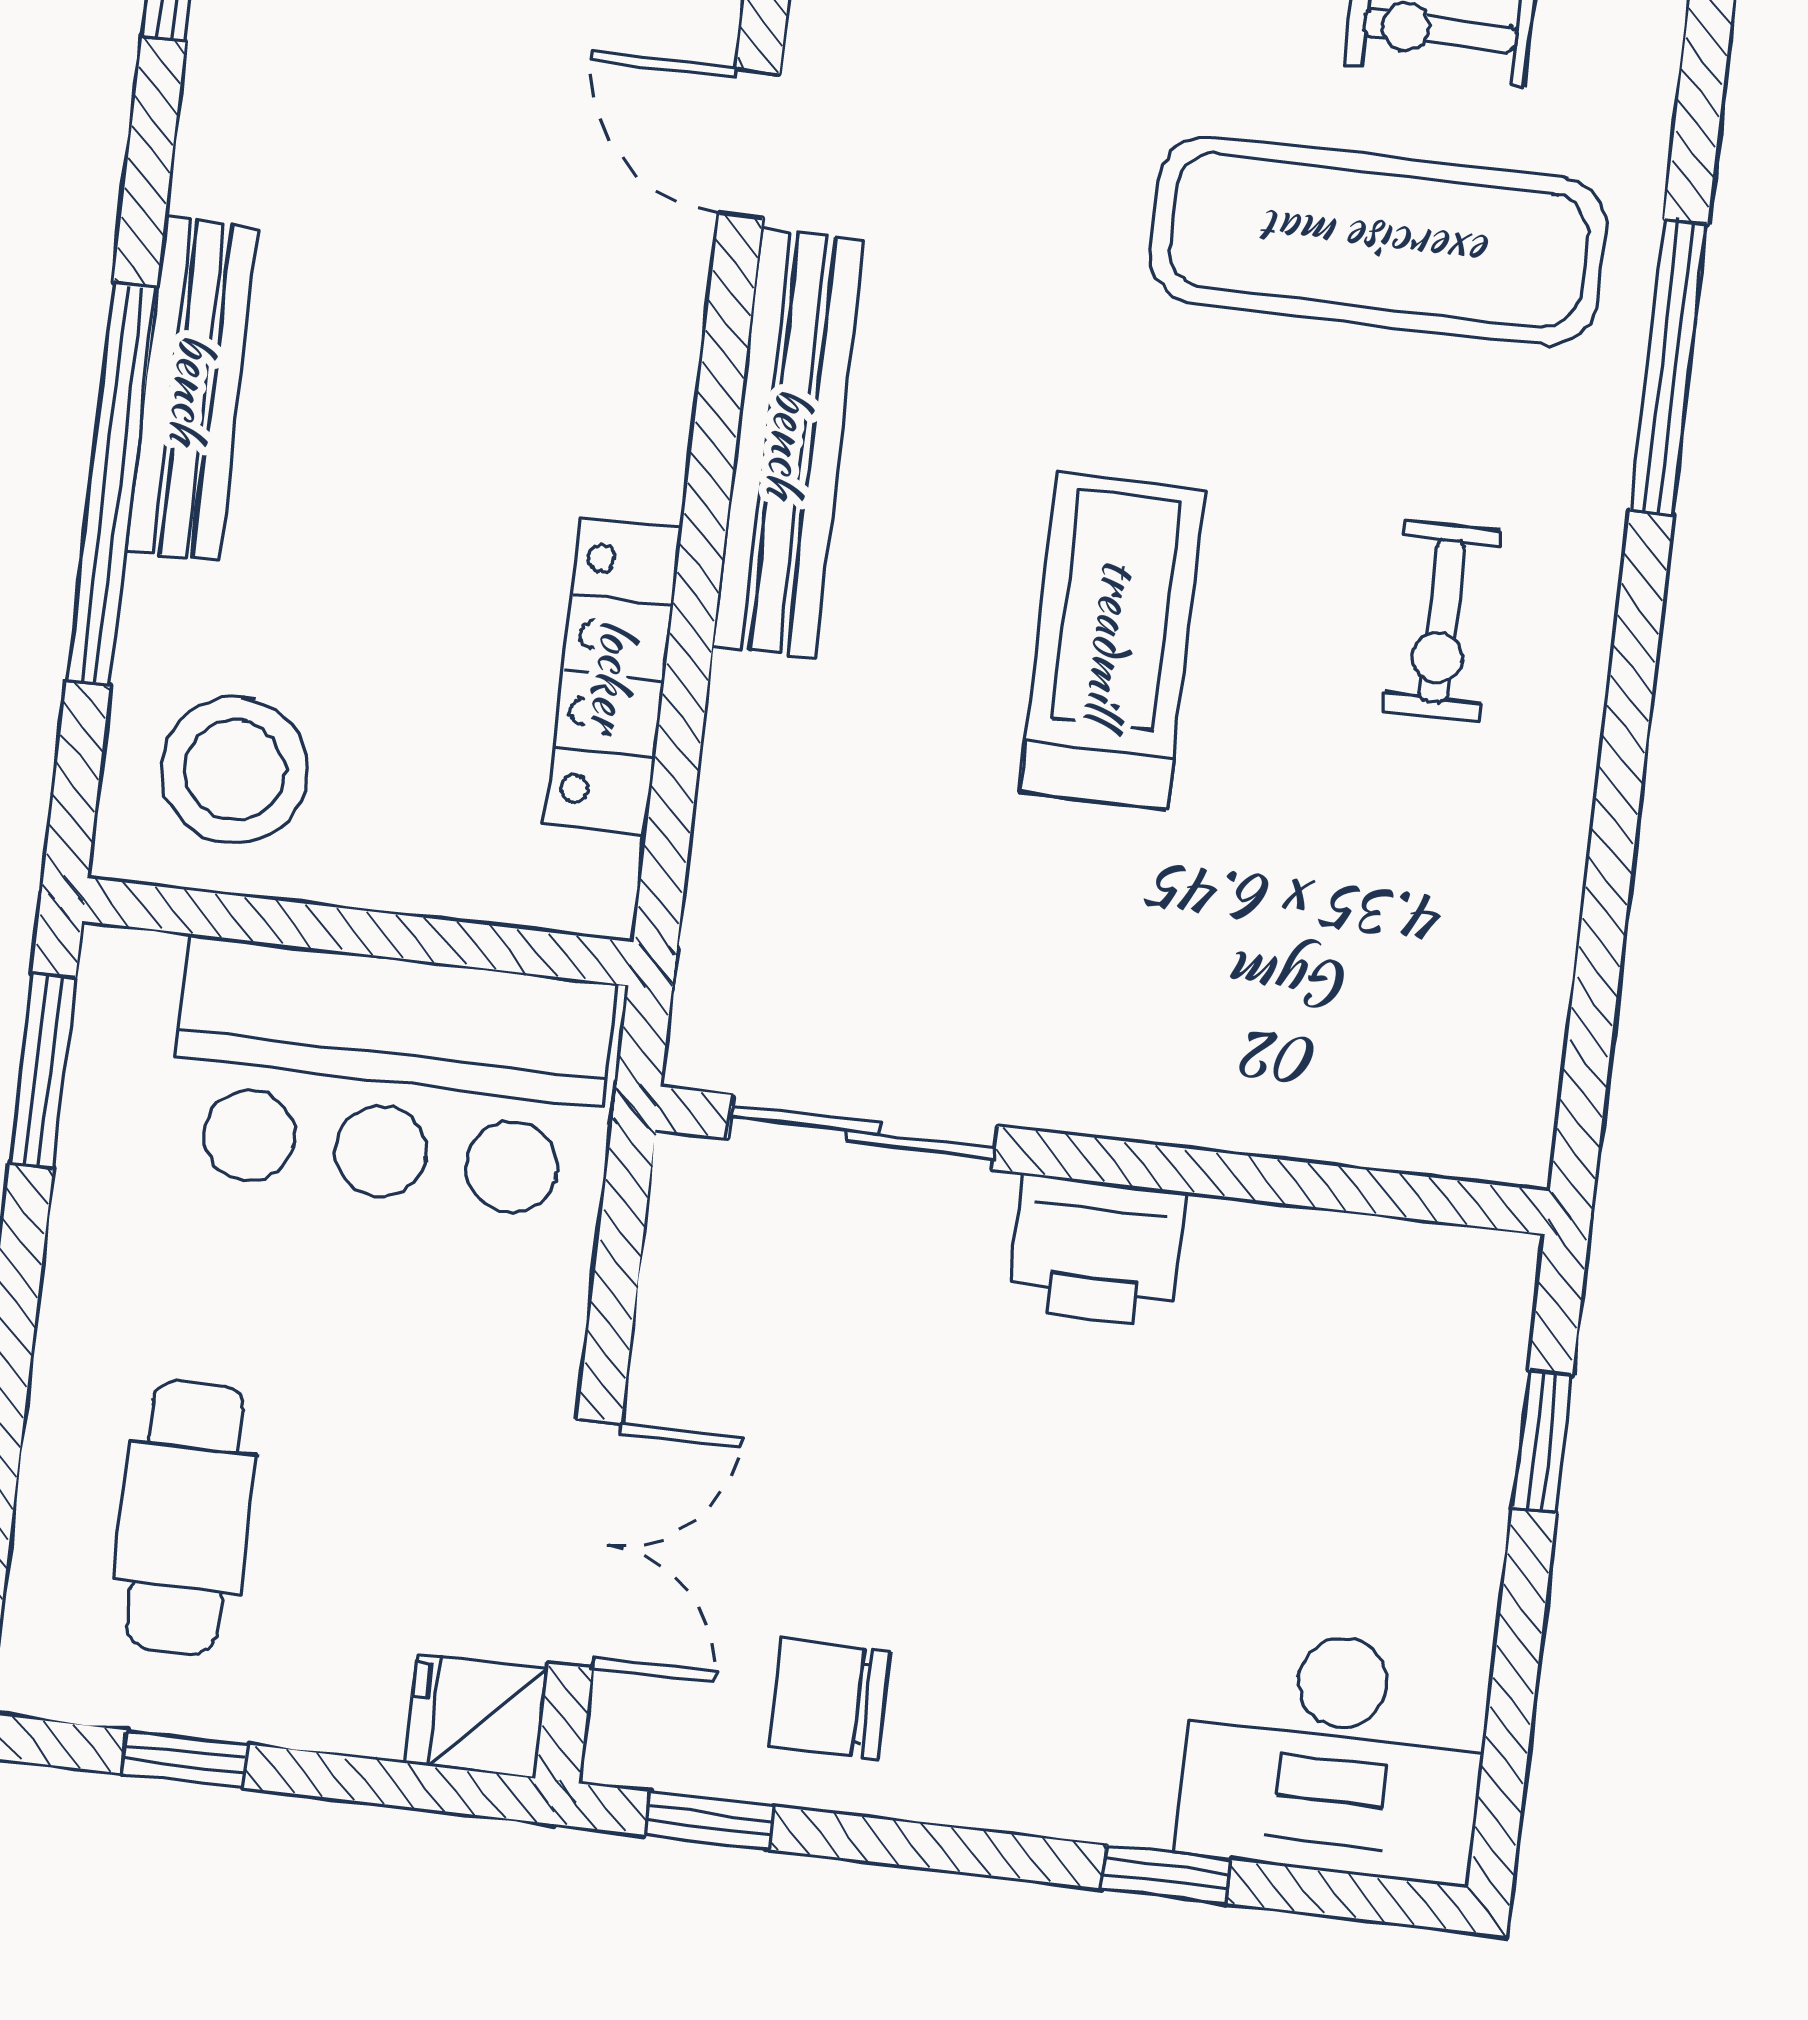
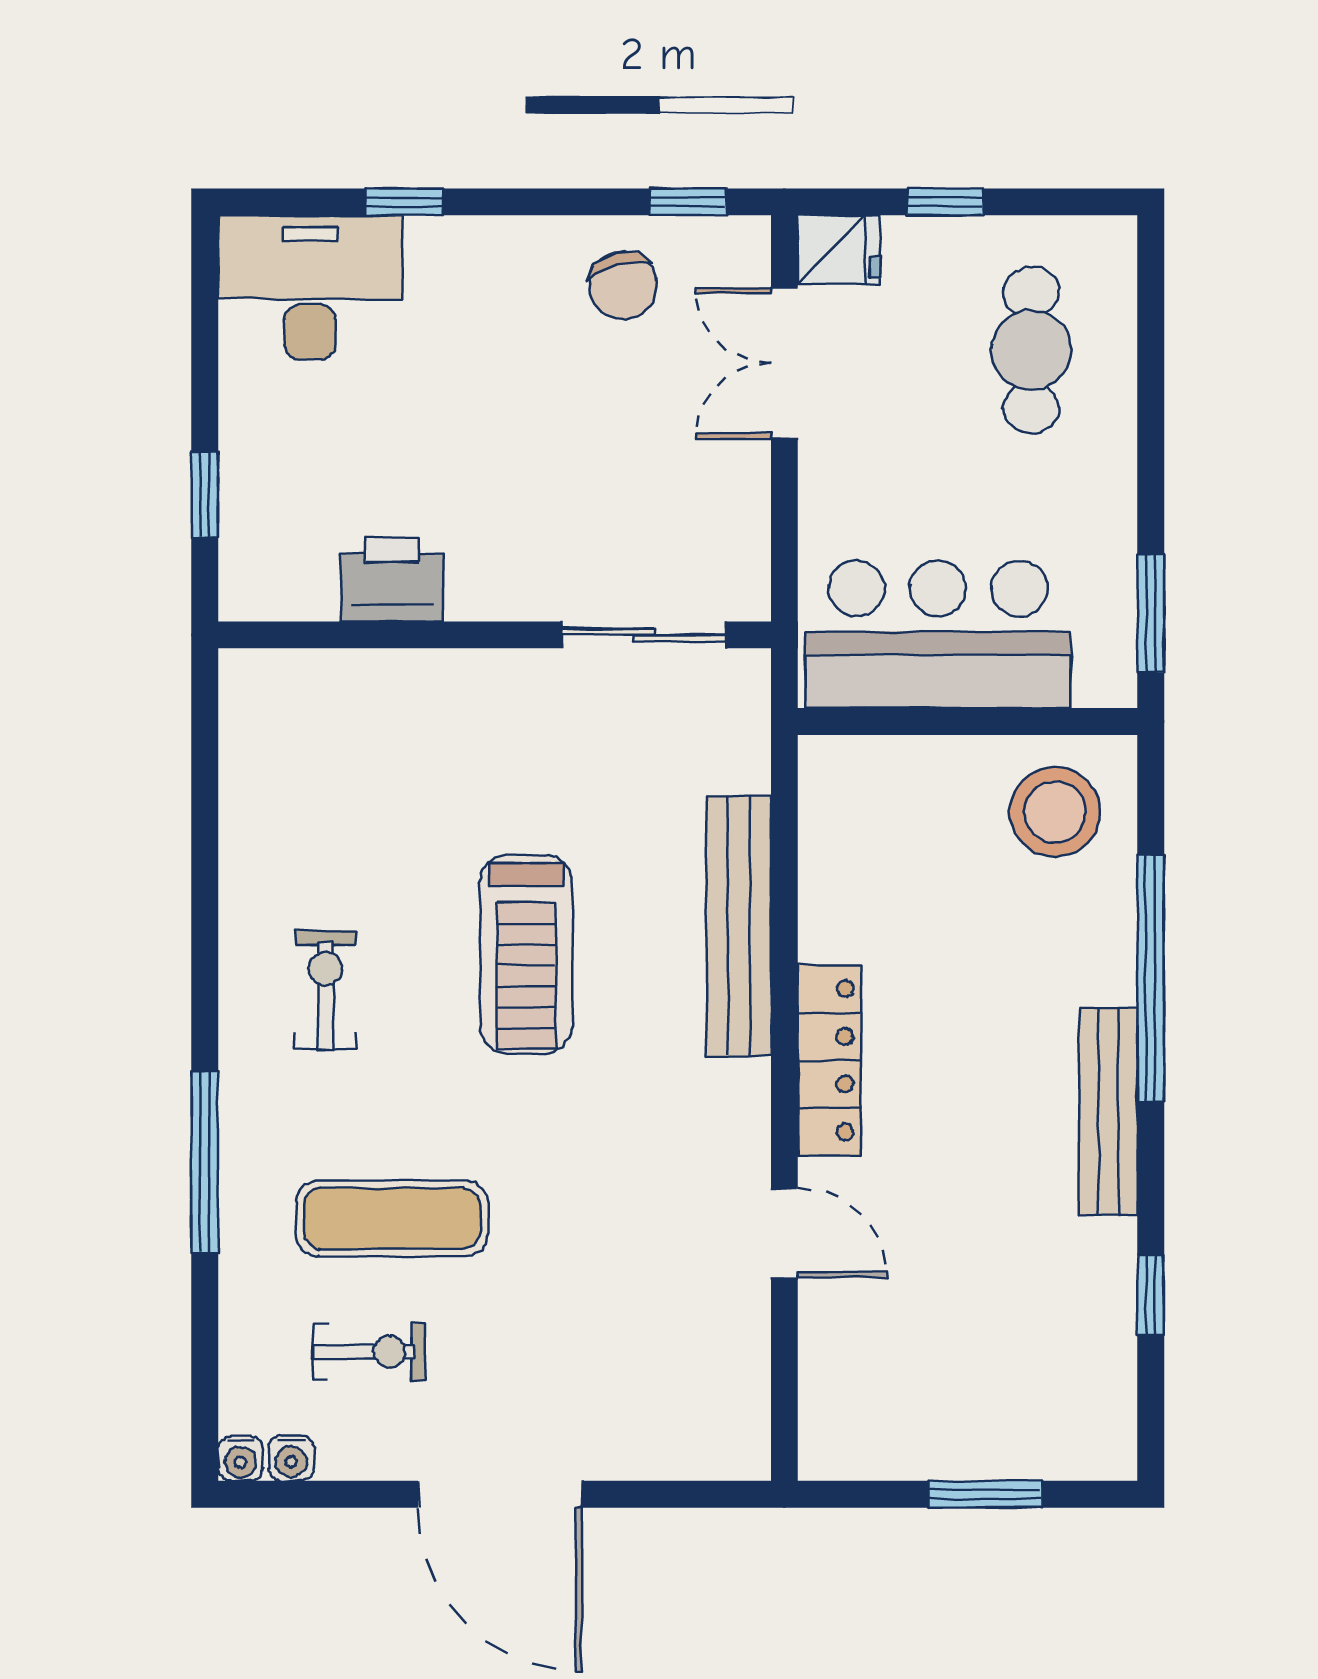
exercise mat: (1378, 241) -> (392, 1219), width x0.73, depth x0.69
bench: (192, 389) -> (1108, 1111), moved
bench: (789, 443) -> (739, 926), moved
locker: (614, 676) -> (829, 1060), moved
printer: (1097, 1250) -> (392, 579), moved
chair: (830, 1699) -> (623, 285), turned 75
window: (185, 1759) -> (945, 202), moved

